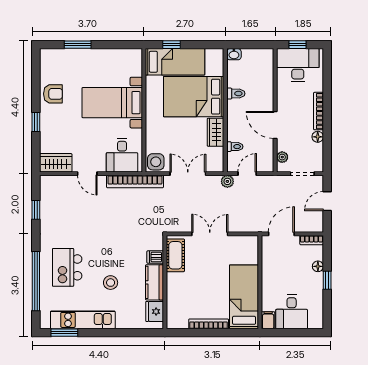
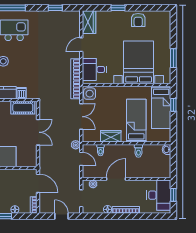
window: (78, 45) -> (173, 58), moved
bed: (194, 97) -> (136, 121), width x0.67
bed with nightstands: (112, 103) -> (139, 62), width x1.36

